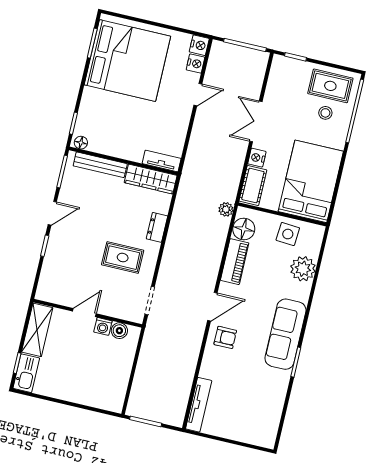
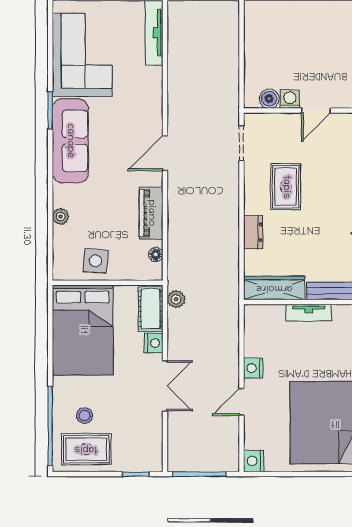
nightstand: (196, 63) -> (253, 368), moved
tv unit: (162, 161) -> (309, 313), moved
plant: (226, 209) -> (176, 299), moved
floor lamp: (244, 229) -> (156, 255), width x0.53, depth x0.53
rug: (123, 258) -> (286, 187), turned 90
plant: (303, 269) -> (61, 216), width x0.53, depth x0.53
armchair: (225, 337) -> (141, 120), removed
corner sofa: (260, 400) -> (82, 55), added

